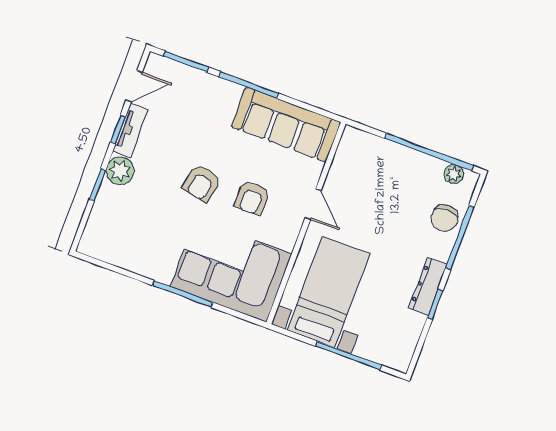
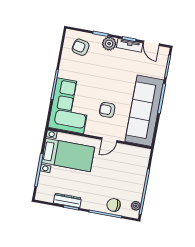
sofa: (286, 124) -> (144, 111), width x1.36, depth x1.27
armchair: (202, 183) -> (81, 47), moved
dresser: (428, 286) -> (67, 200), moved

